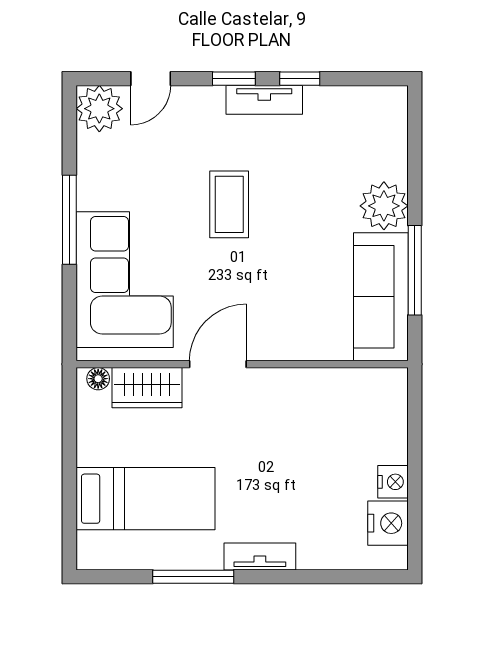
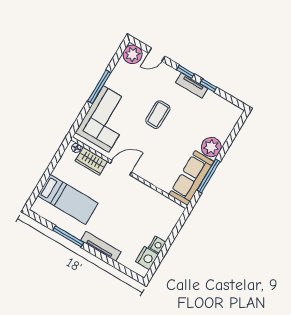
tv unit: (260, 556) -> (101, 246), width x1.41

